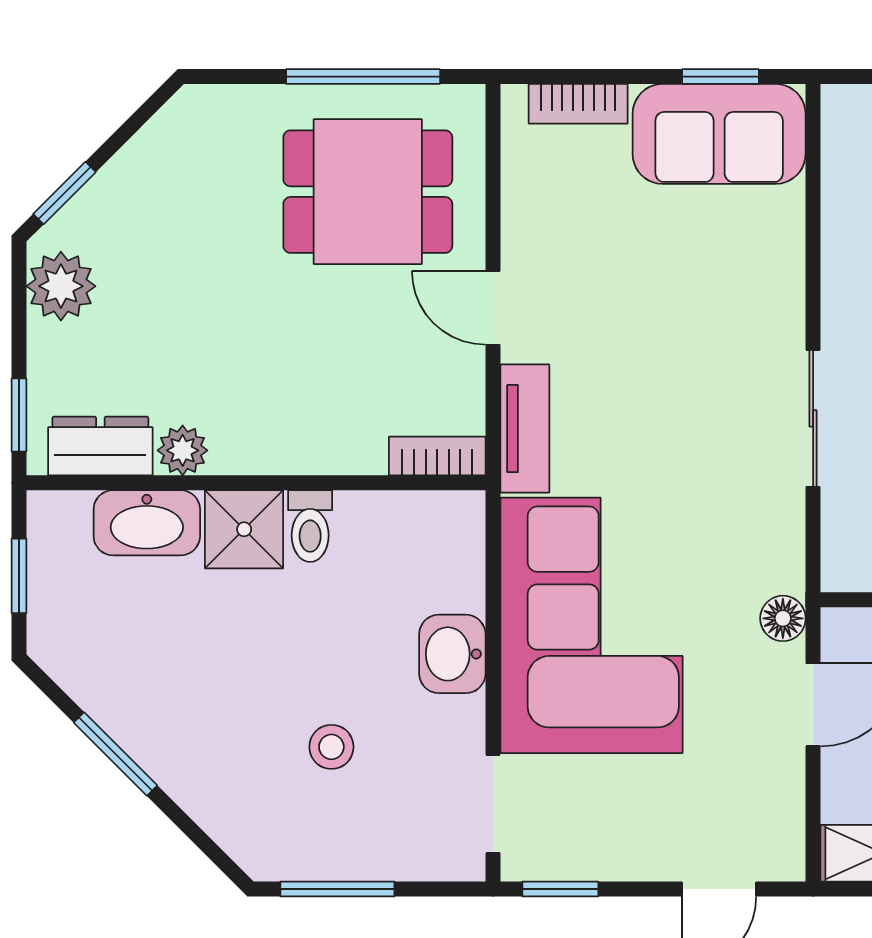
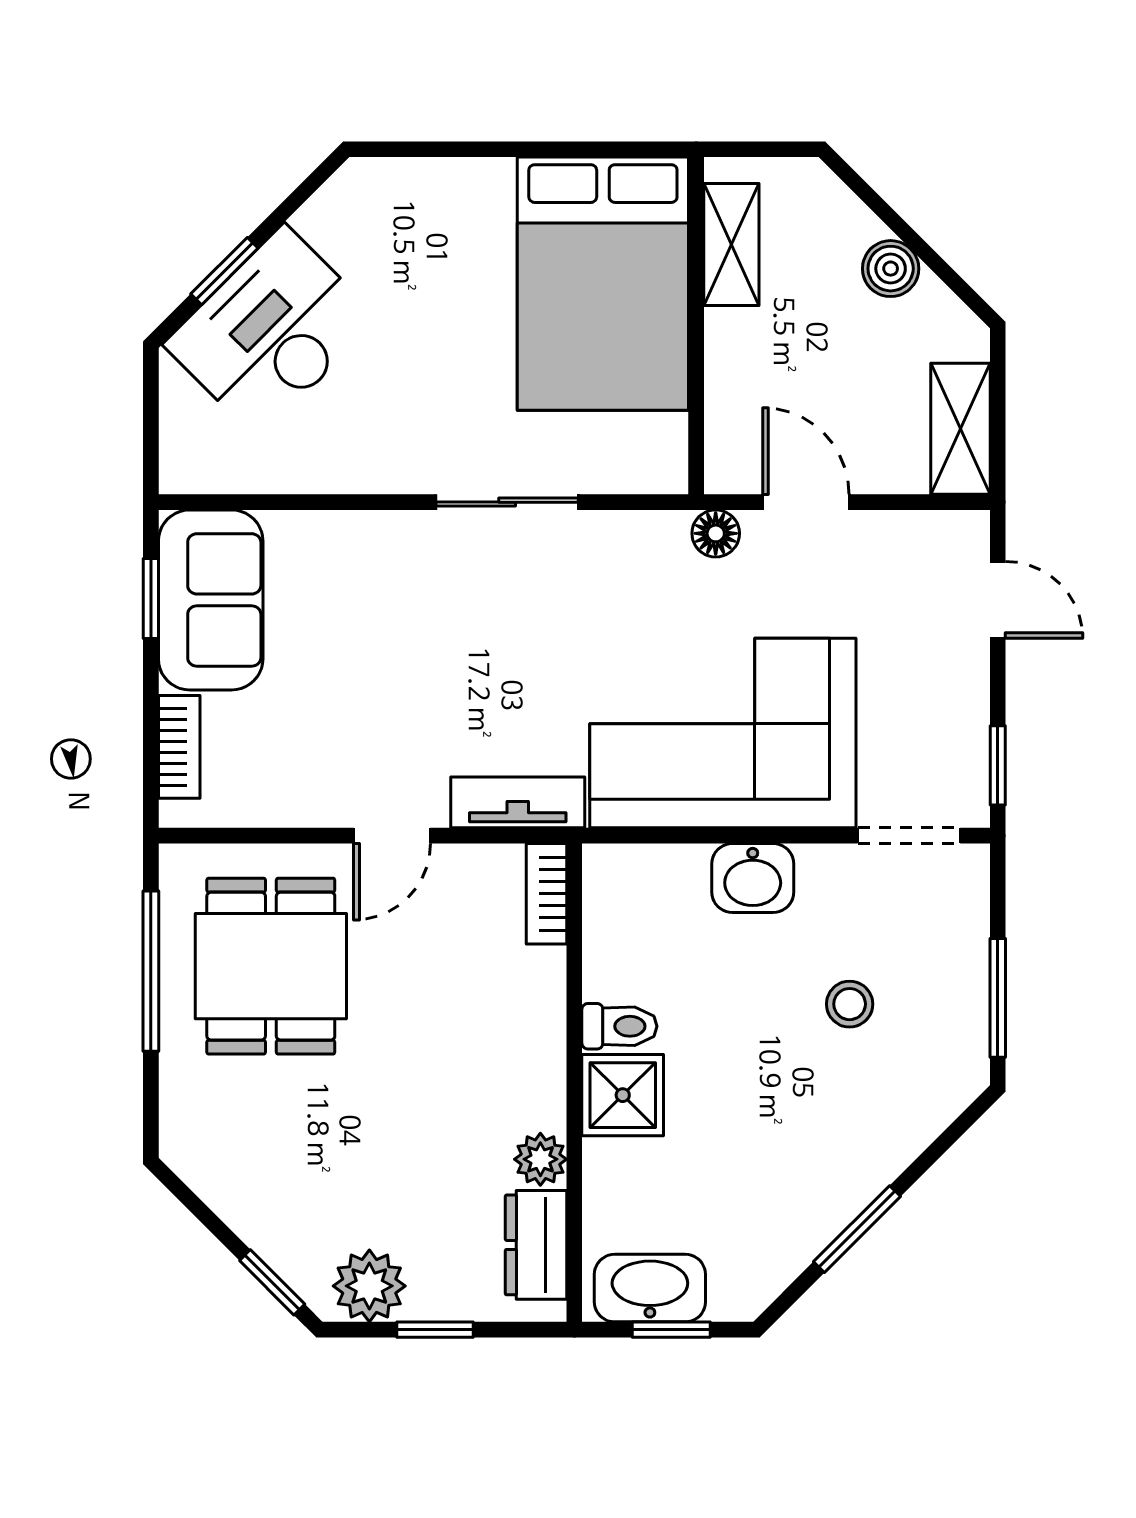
window: (19, 415) -> (435, 1330), moved
washbasin: (147, 523) -> (650, 1288), moved, turned -90

